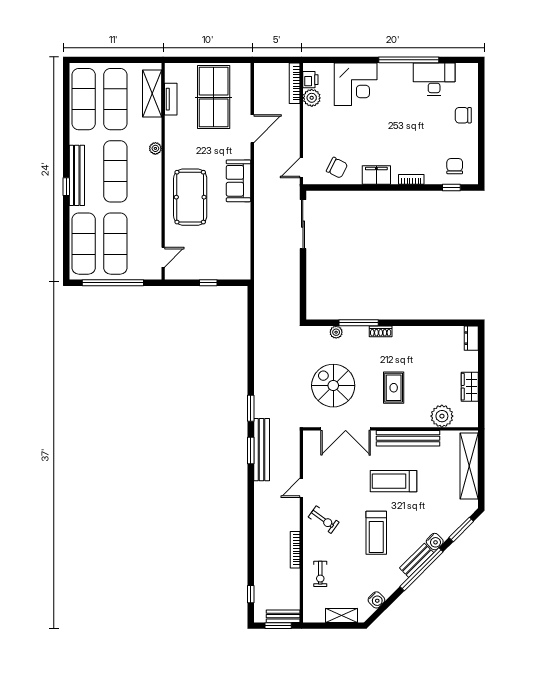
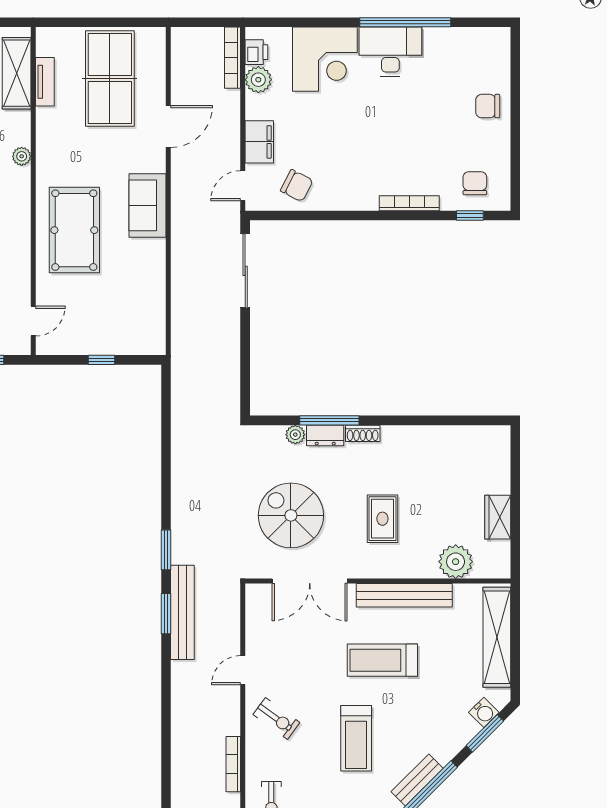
desk: (434, 79) -> (390, 52), moved
filing cabinet: (376, 175) -> (259, 142), moved, turned 90
bookcase: (411, 179) -> (409, 203), width x1.56
dresser: (471, 338) -> (325, 435), moved, turned -90
water cooler: (435, 542) -> (484, 712), moved

